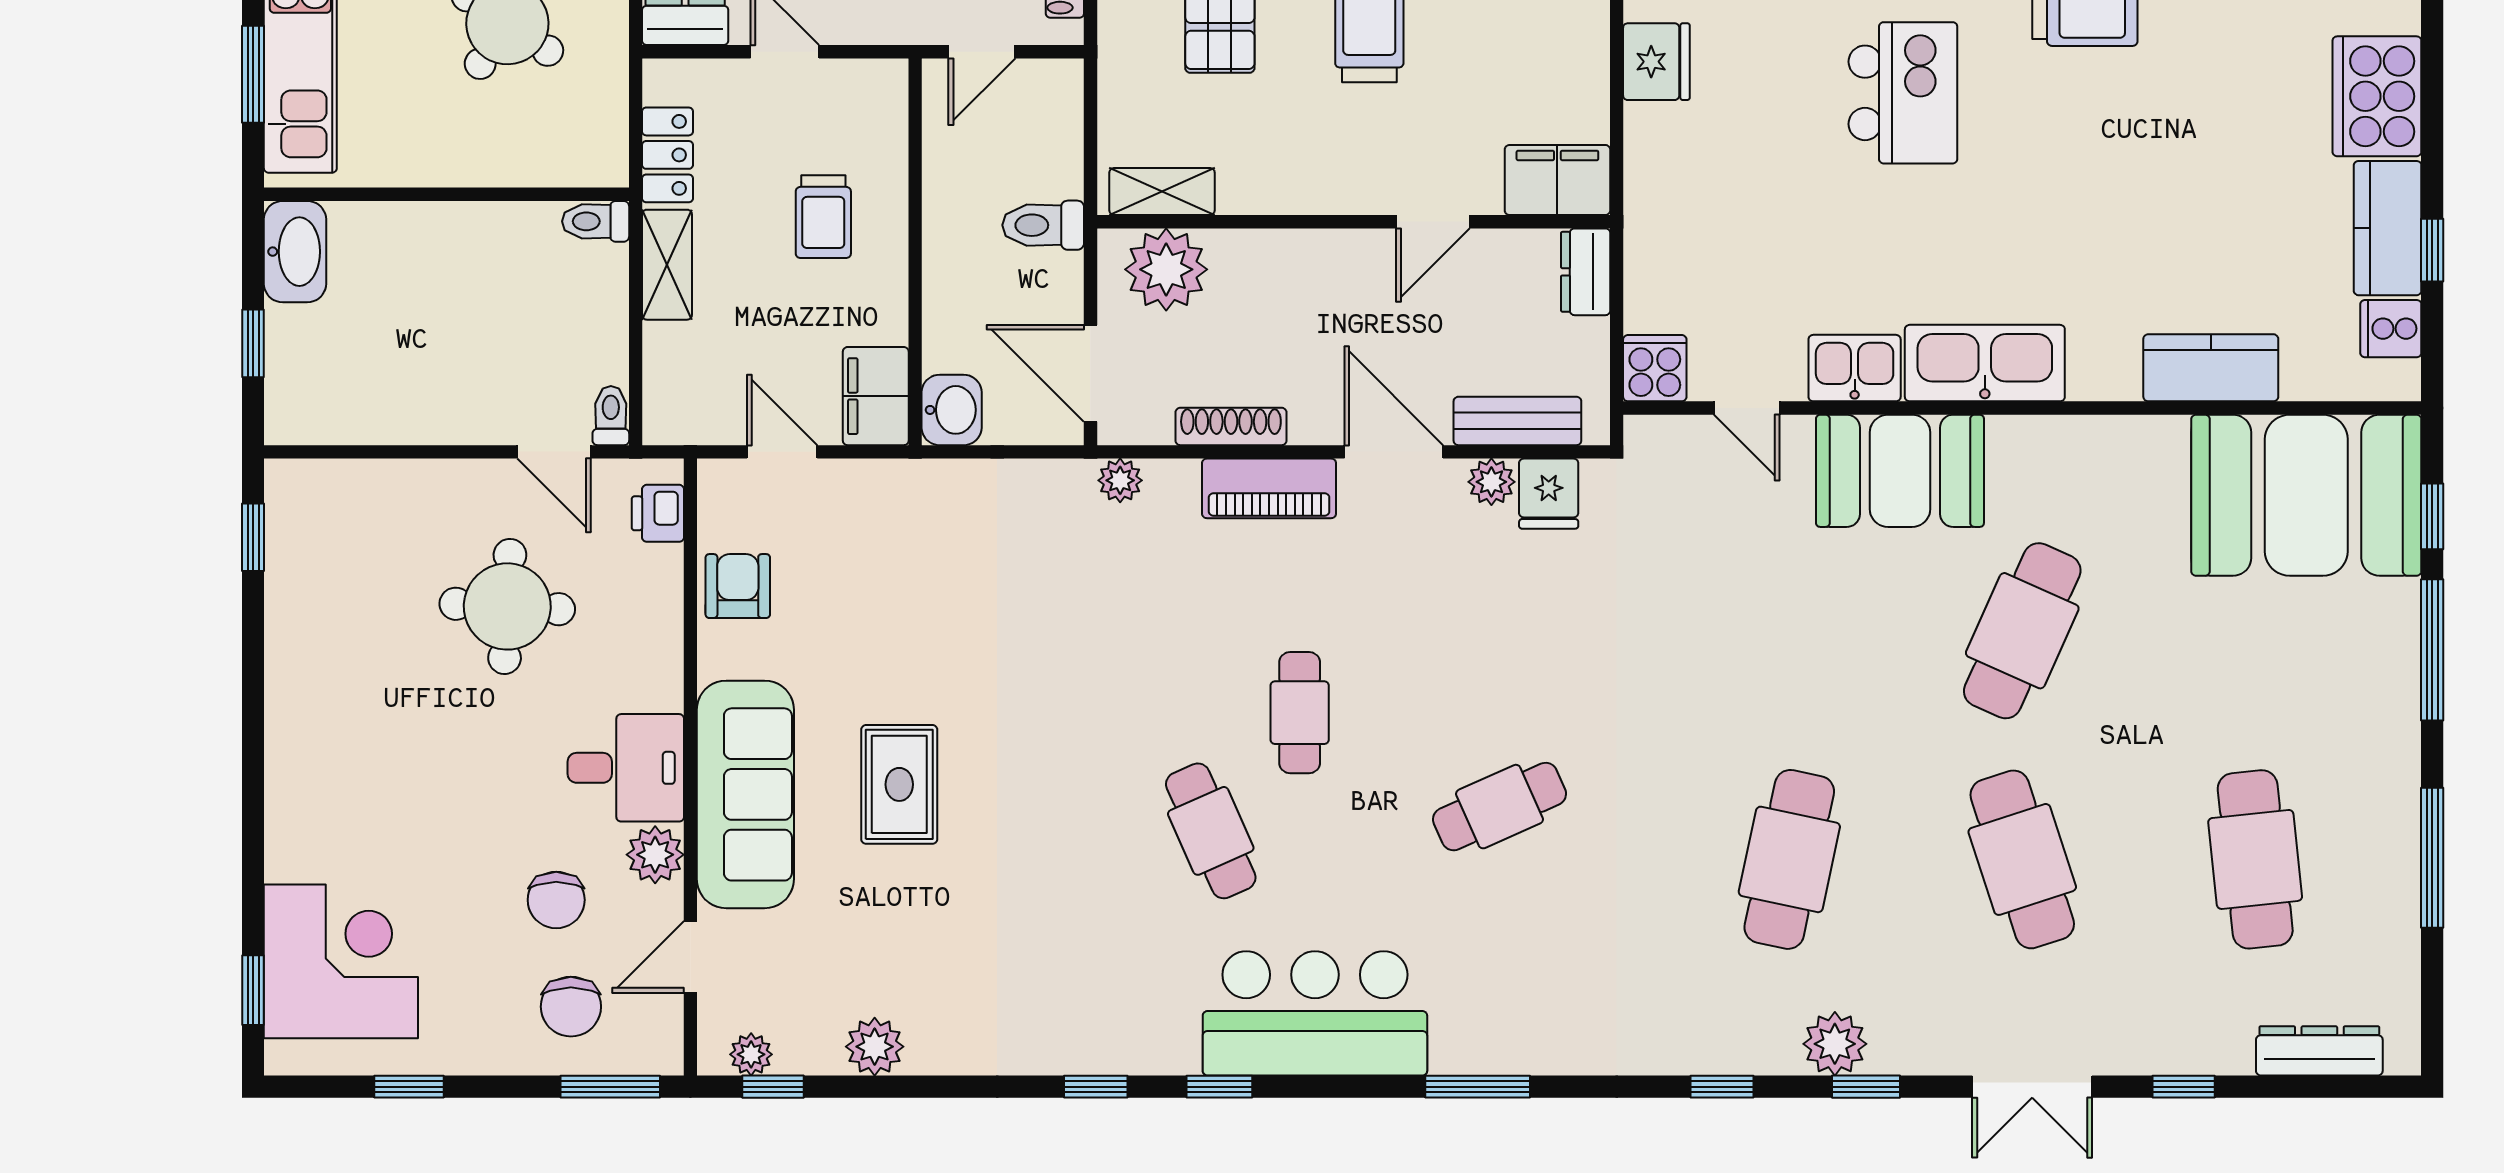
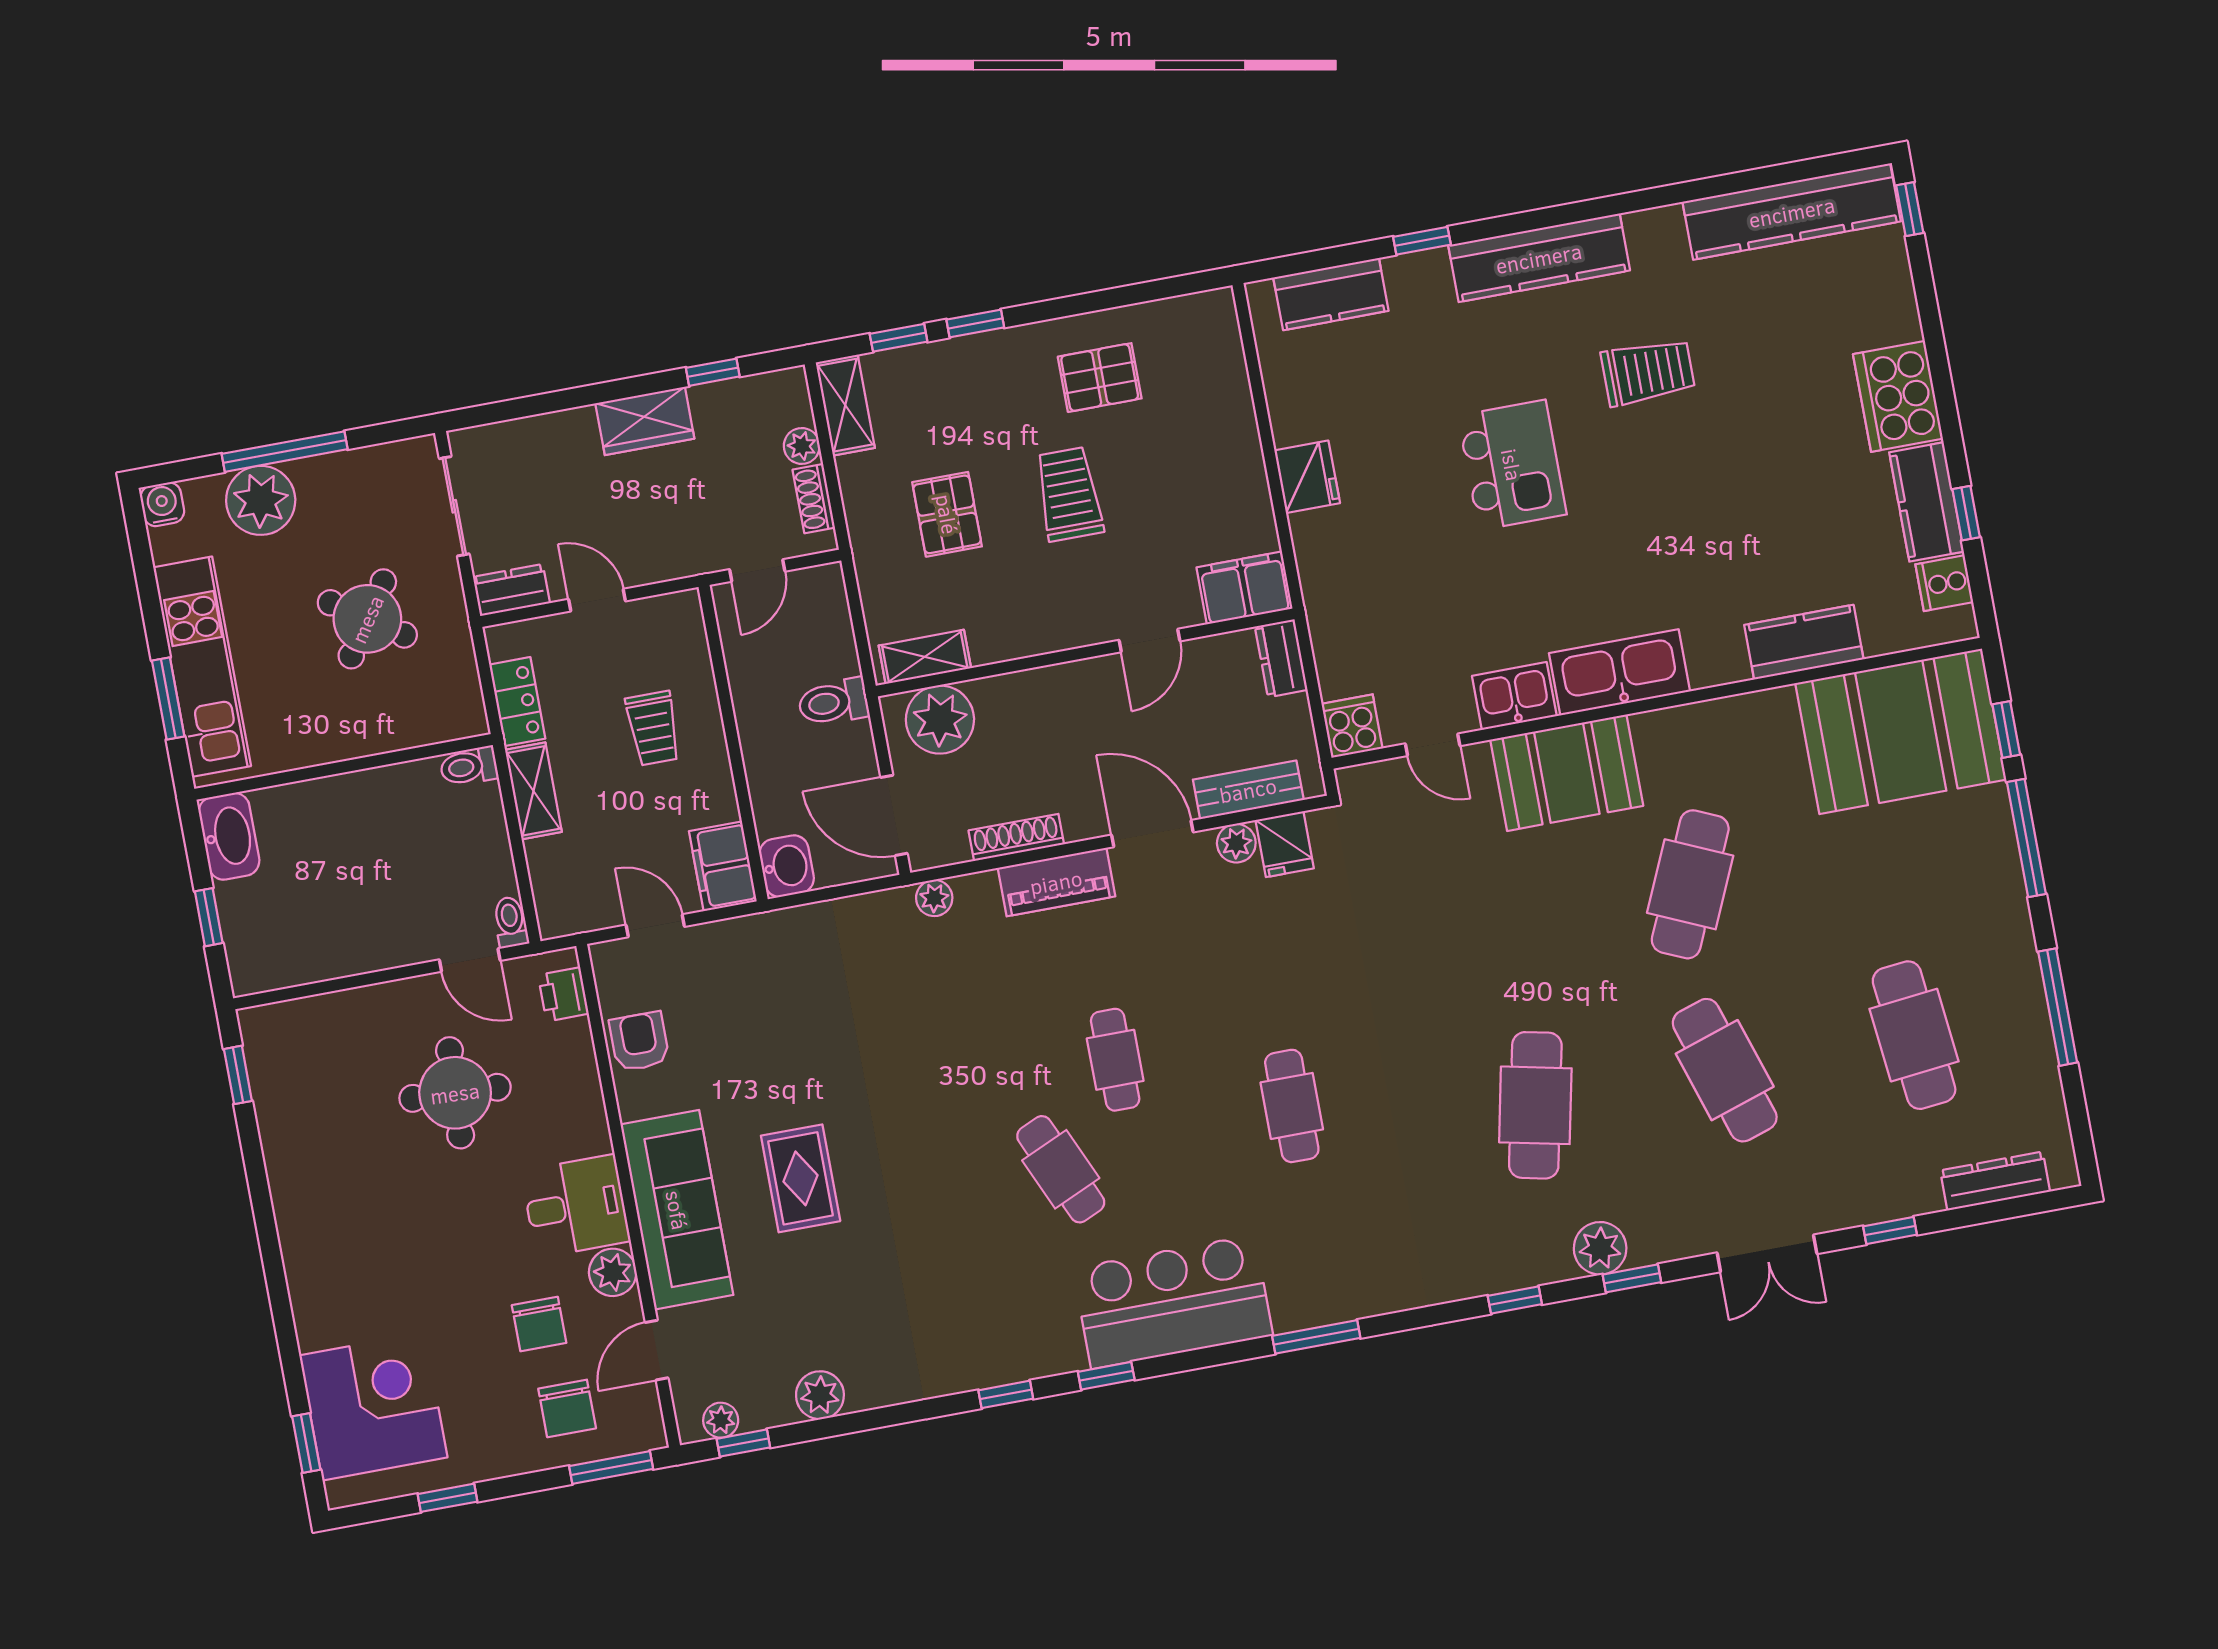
cafe table: (1500, 807) -> (1292, 1106), turned -66

